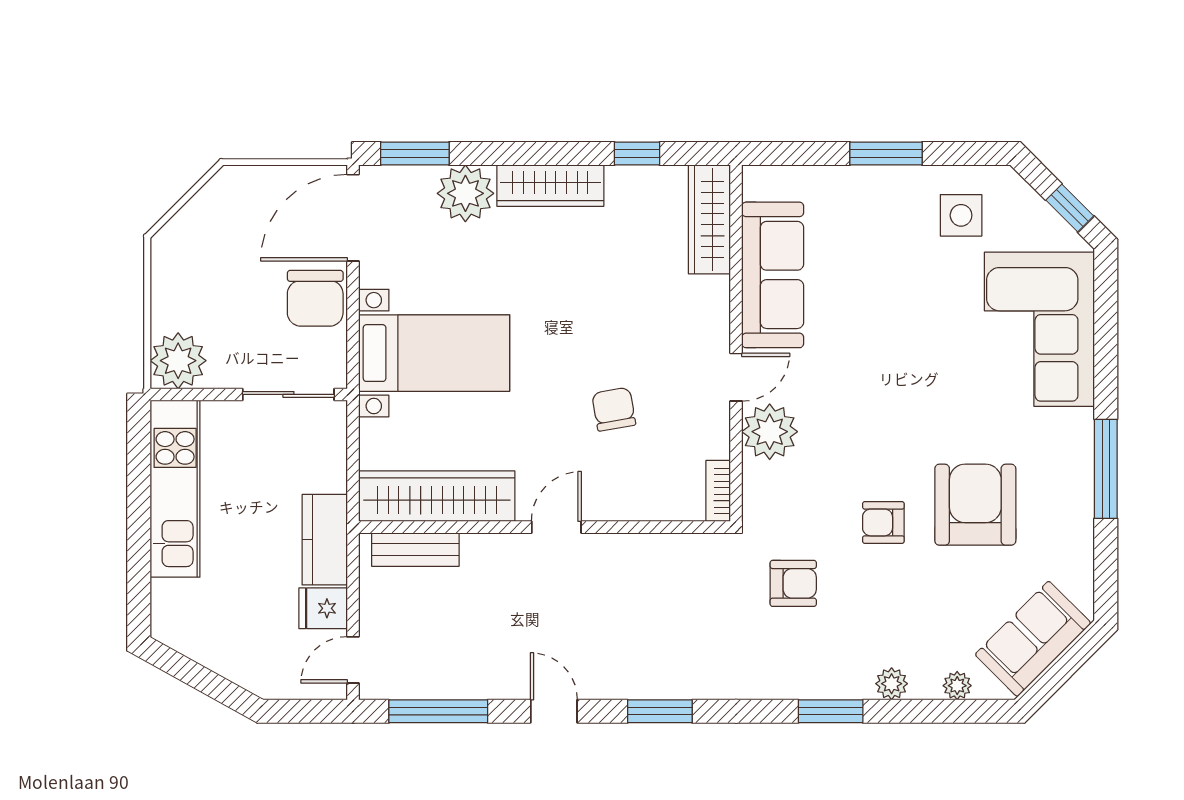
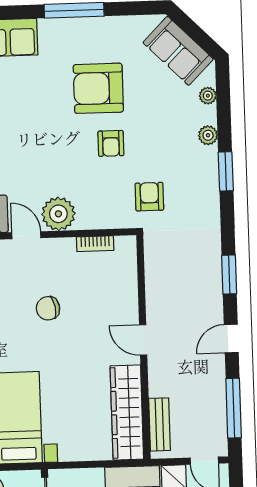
wardrobe: (437, 496) -> (127, 413), moved
wall: (545, 527) -> (143, 347), moved
door: (556, 527) -> (143, 340), moved
bench: (415, 550) -> (159, 424), moved

